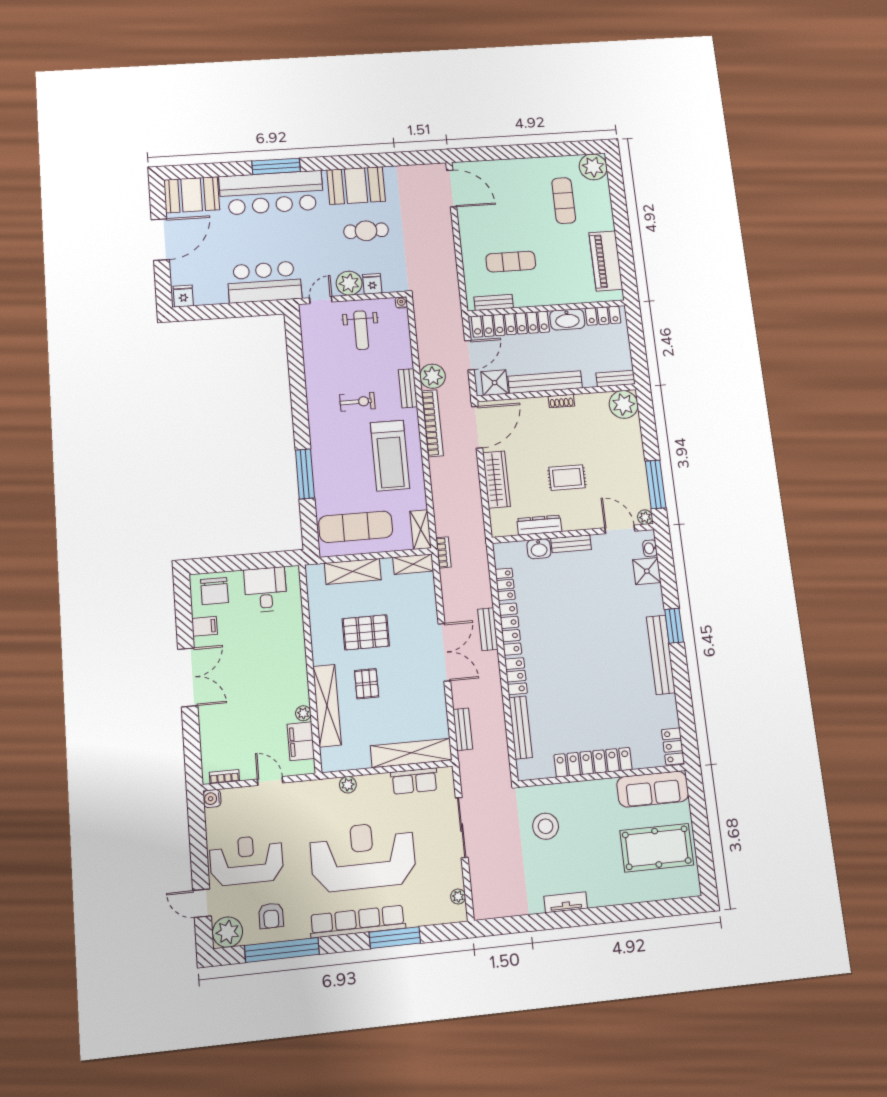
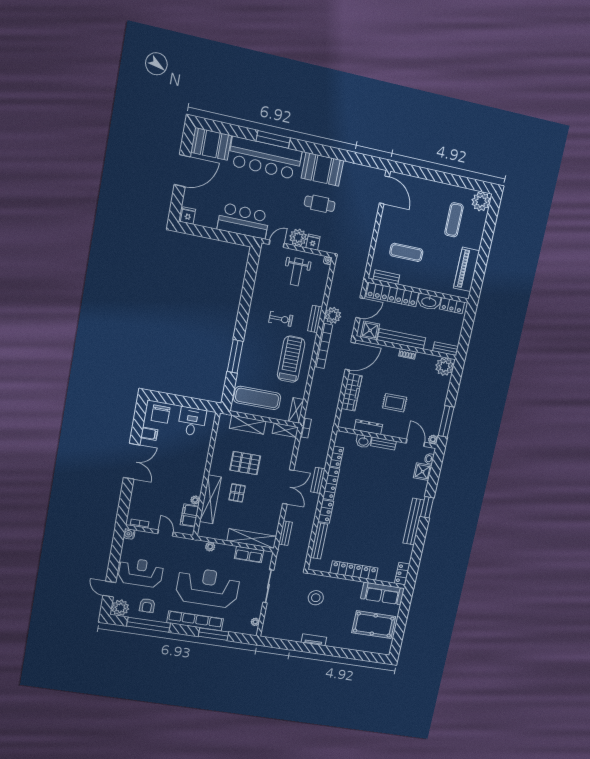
treadmill: (390, 455) -> (291, 359), turned 180

